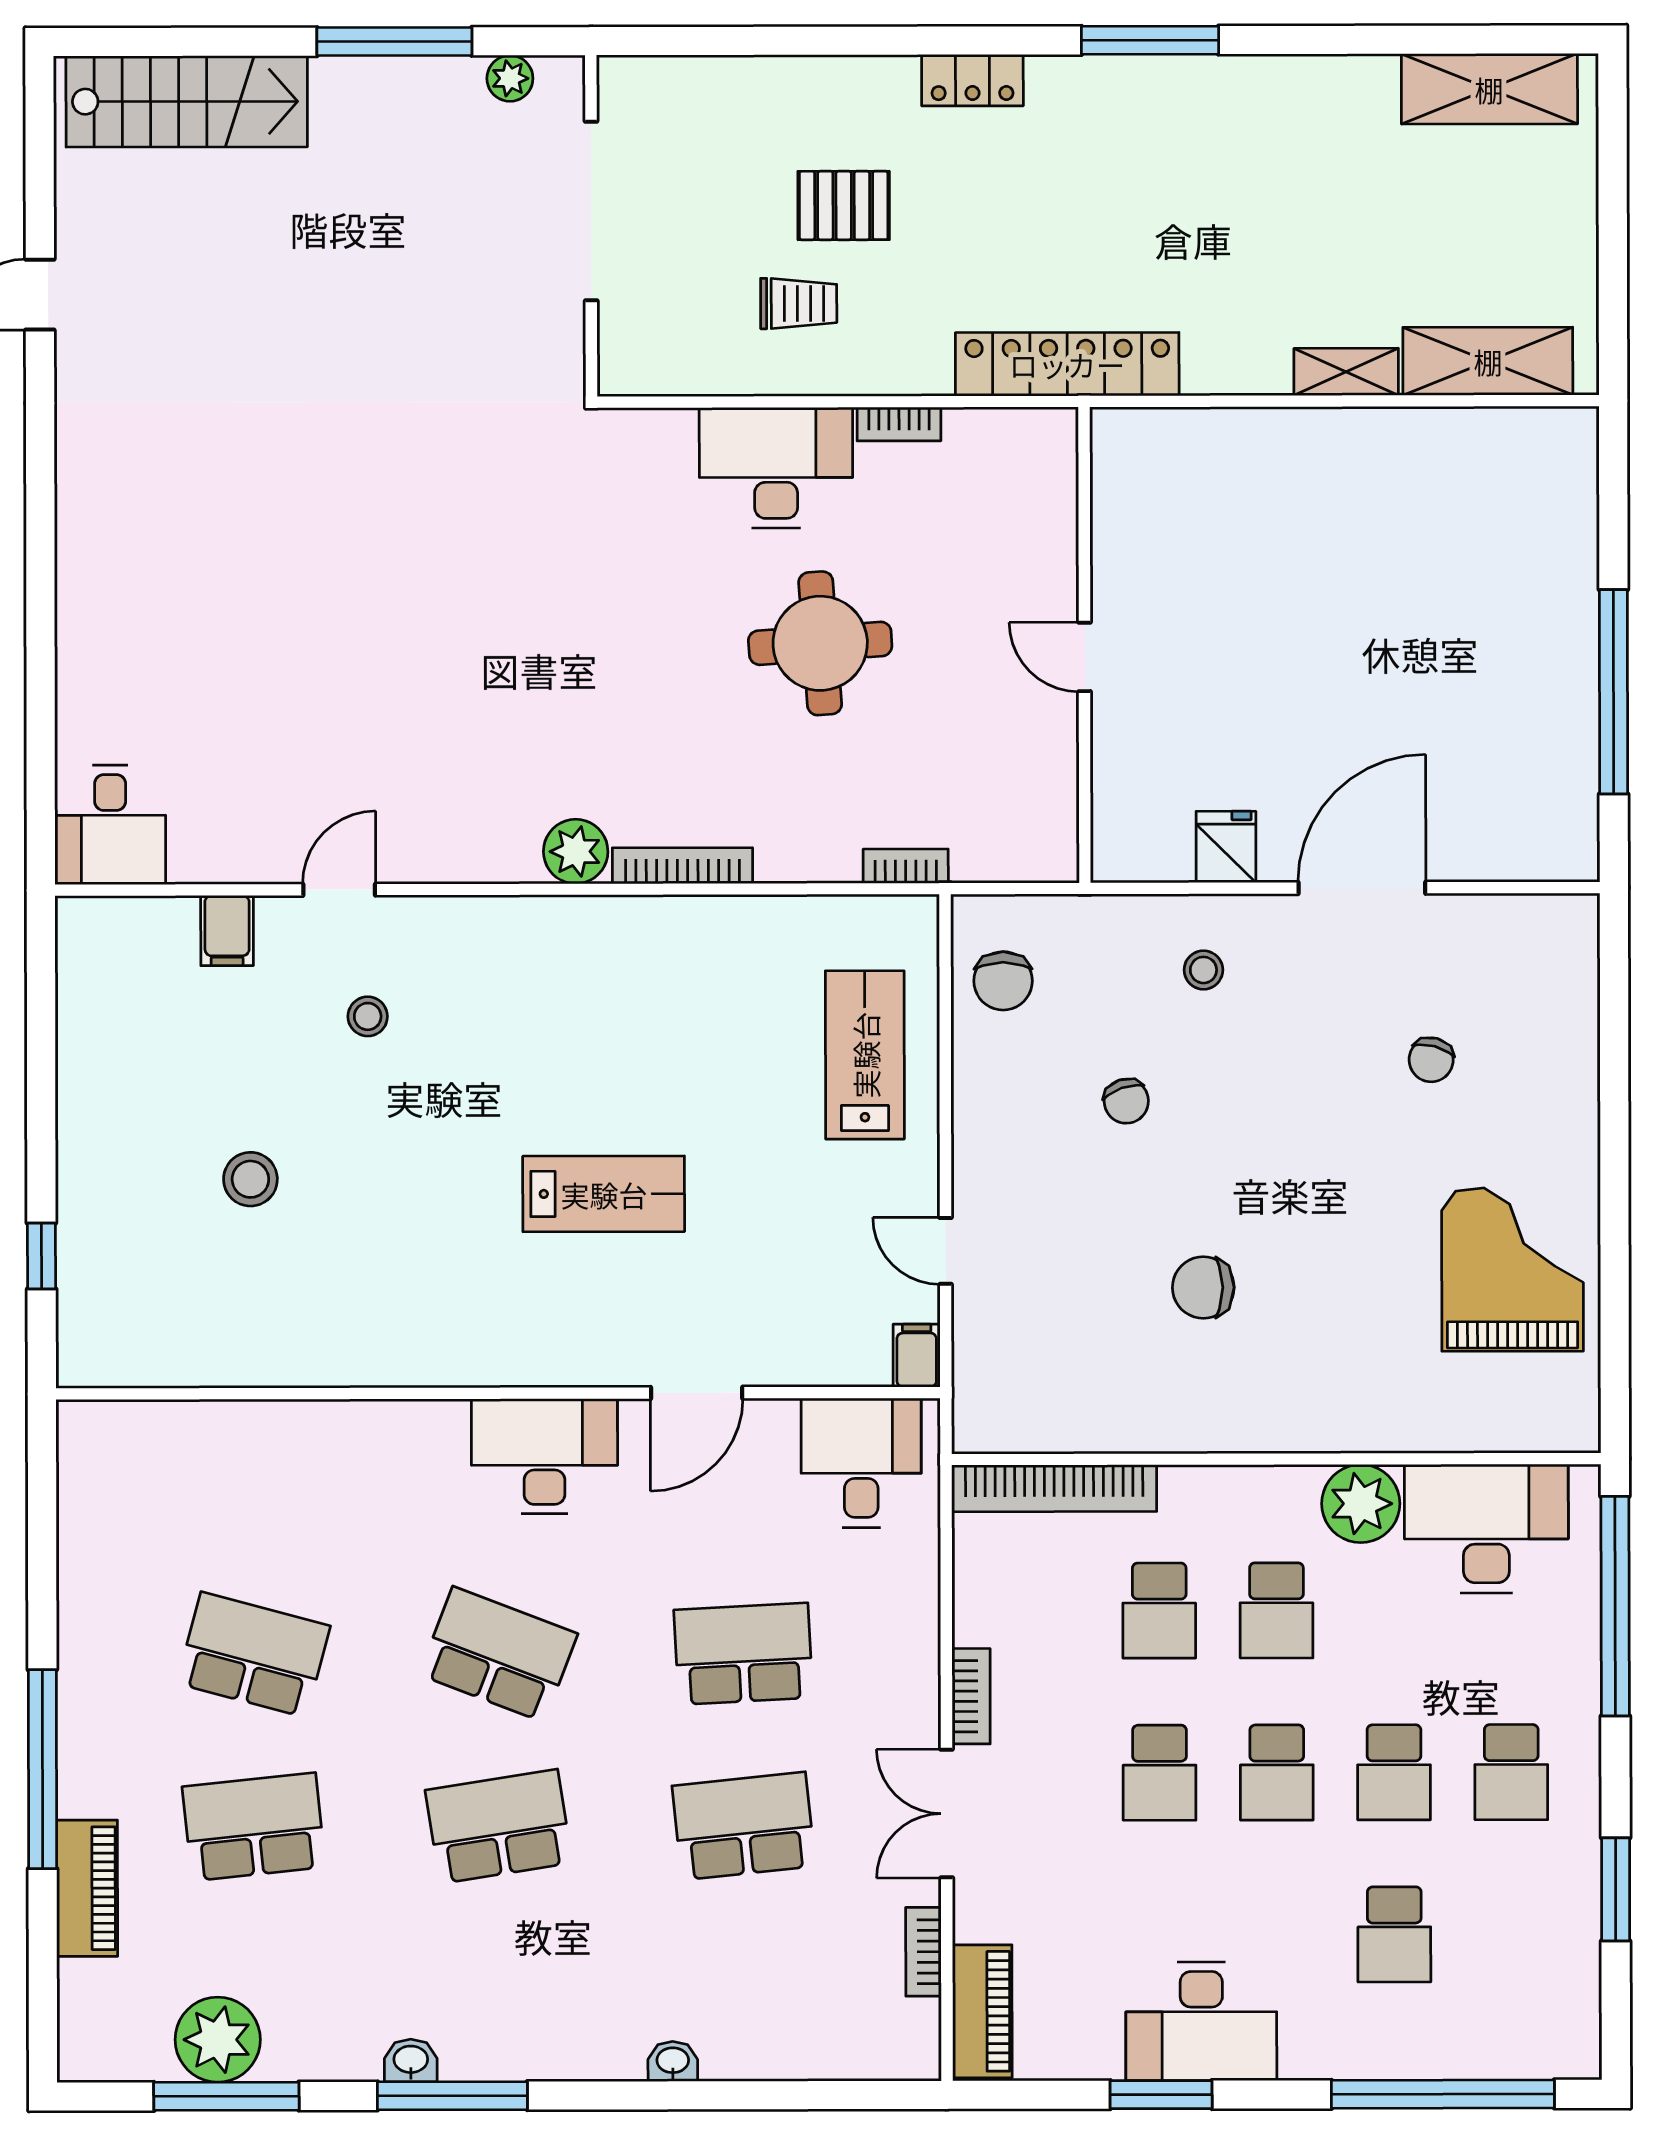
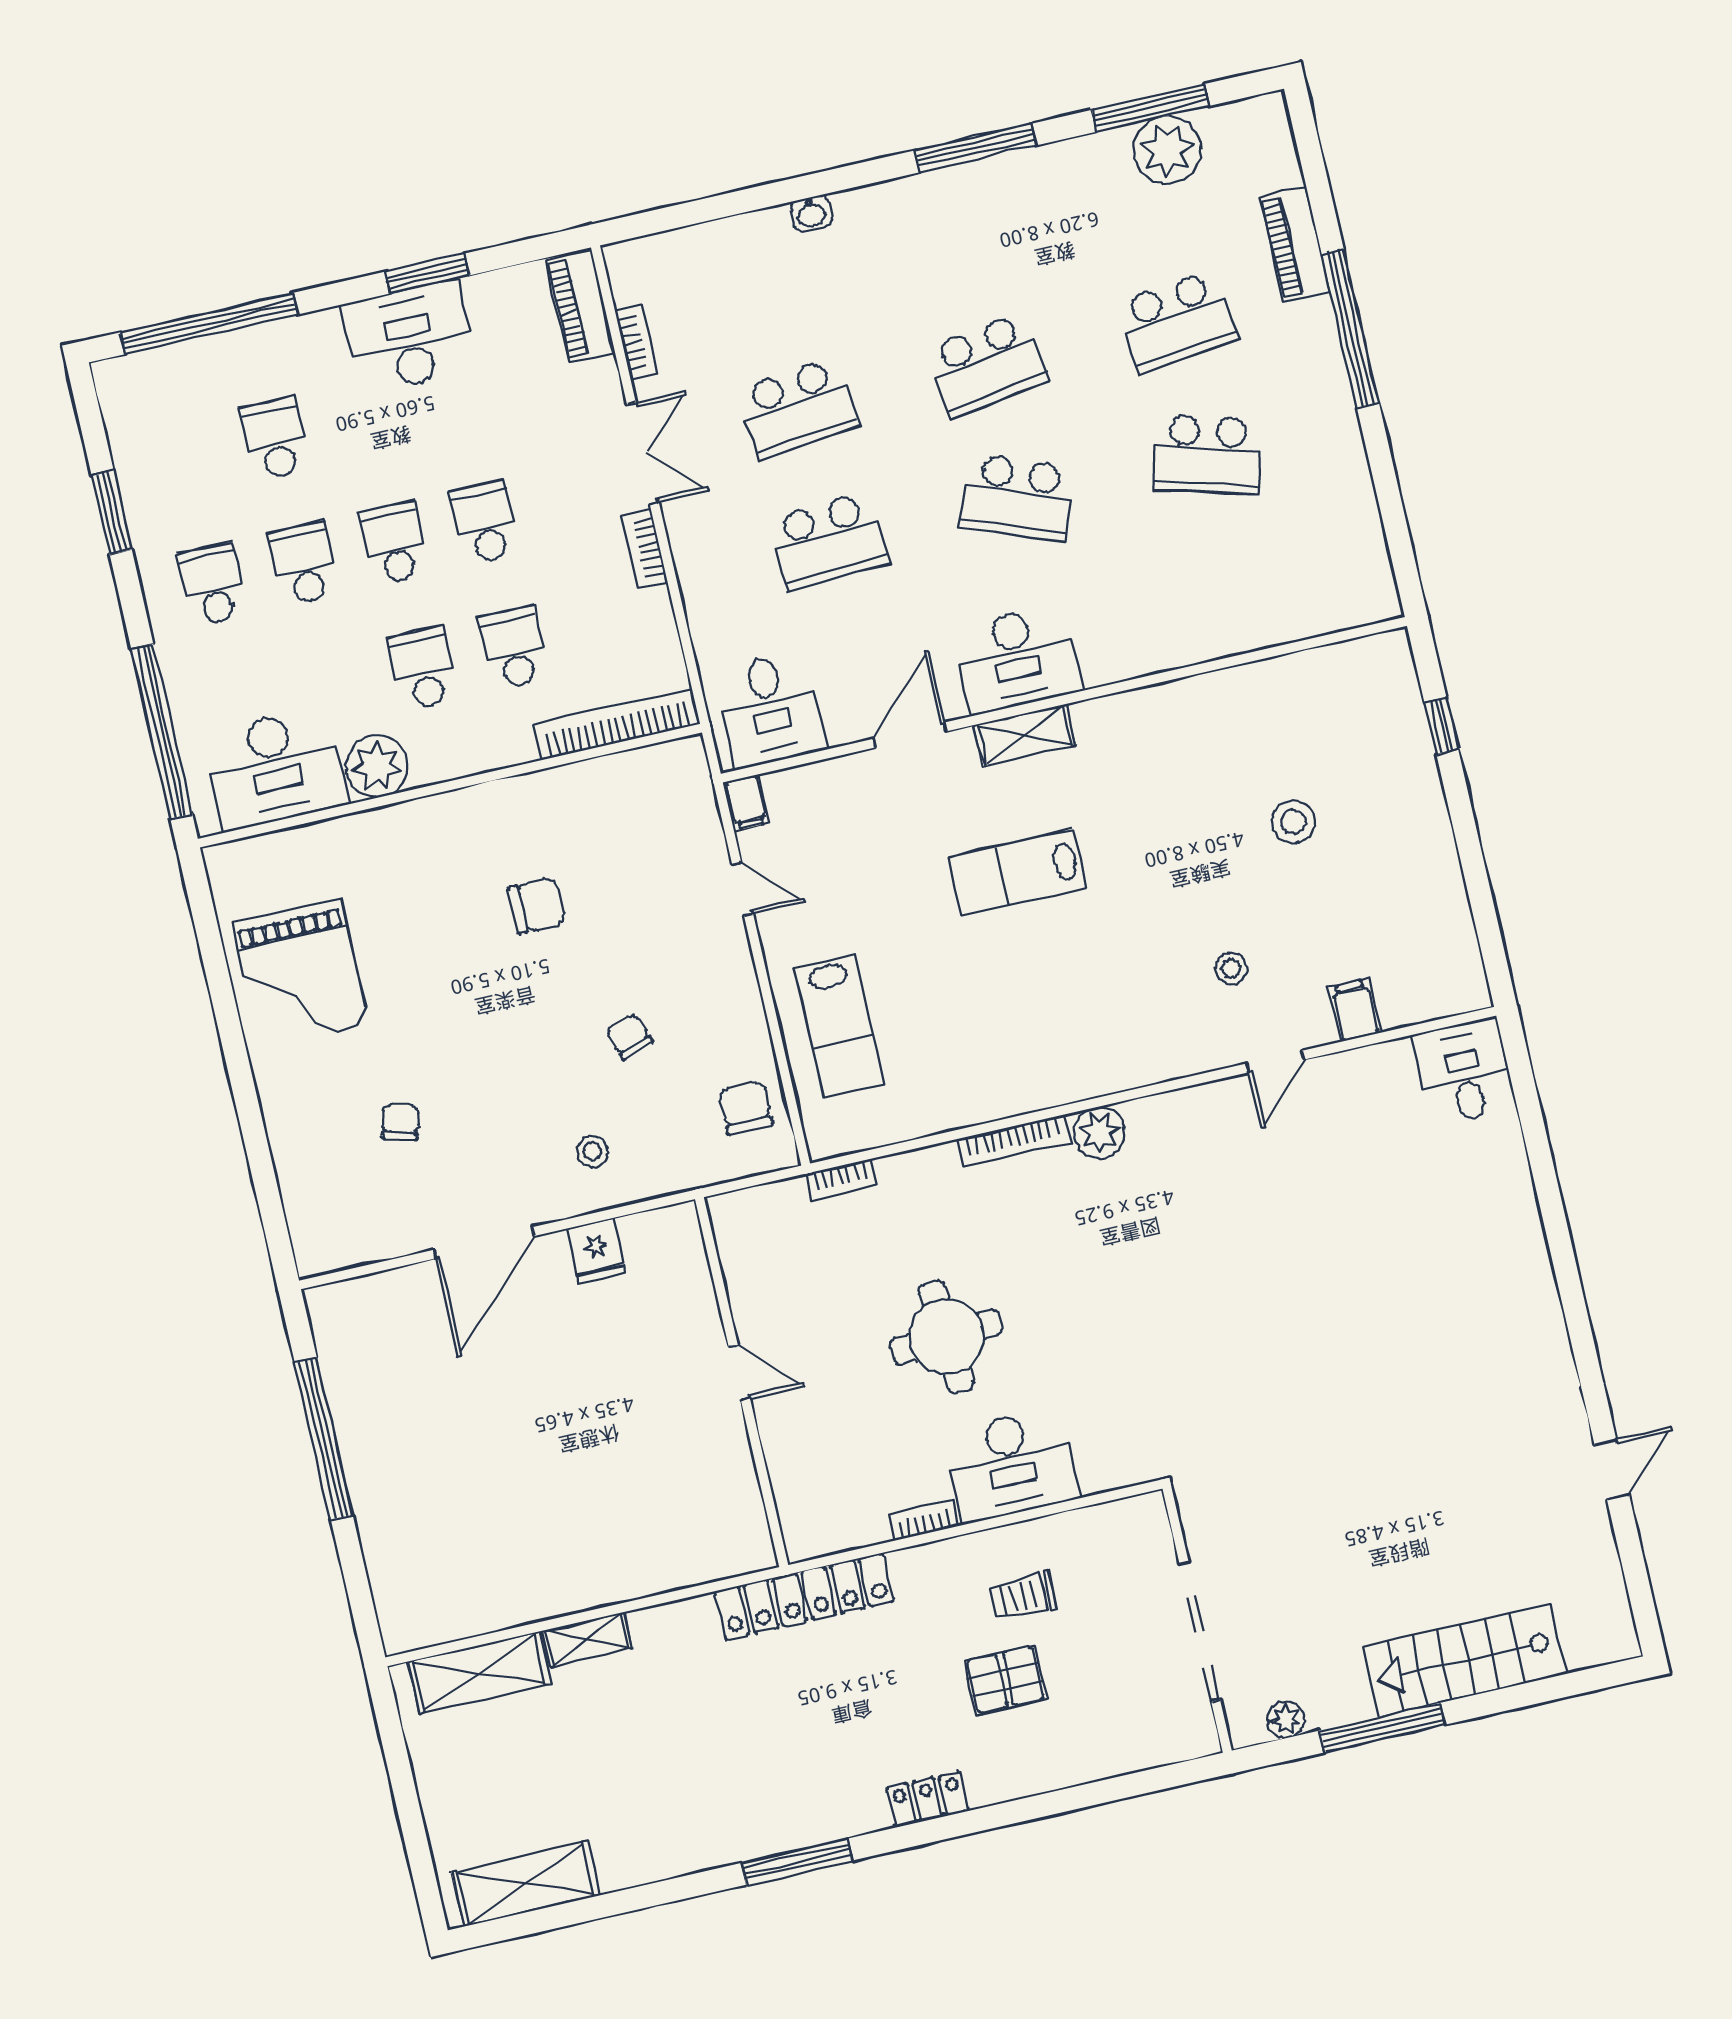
stairs: (187, 101) -> (1464, 1660), moved
shelving: (556, 1361) -> (1025, 735), added
washbasin: (411, 2061) -> (1014, 168), removed

